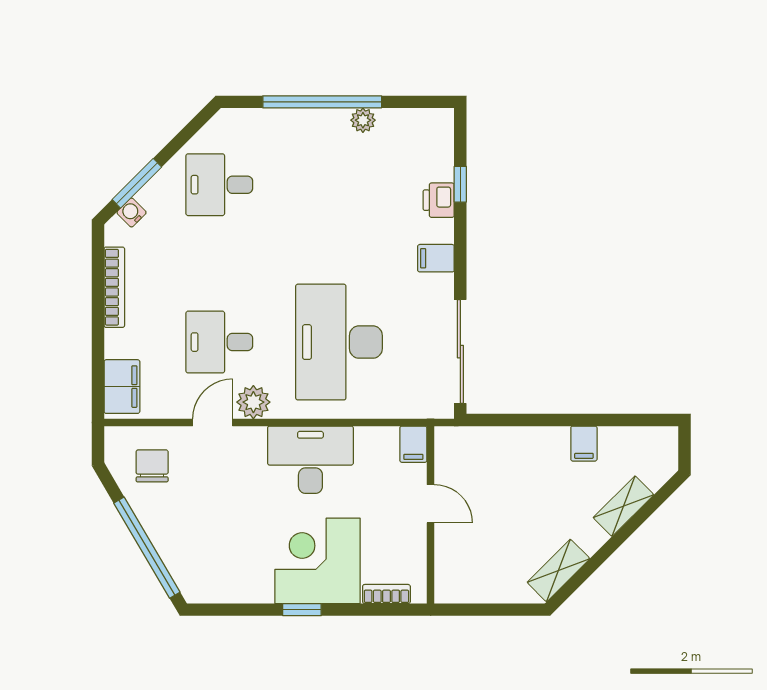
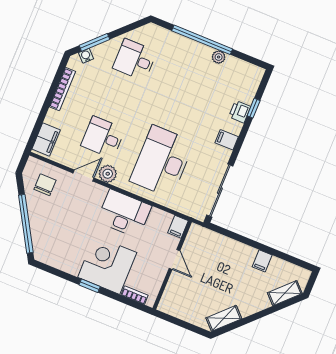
shelving: (623, 506) -> (285, 293), moved

